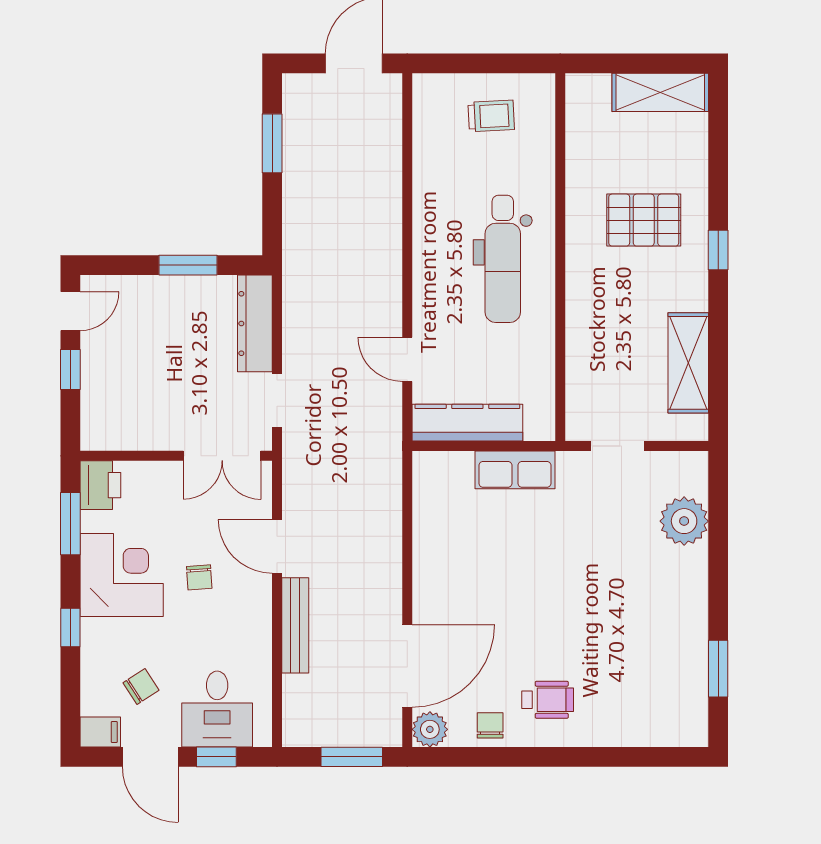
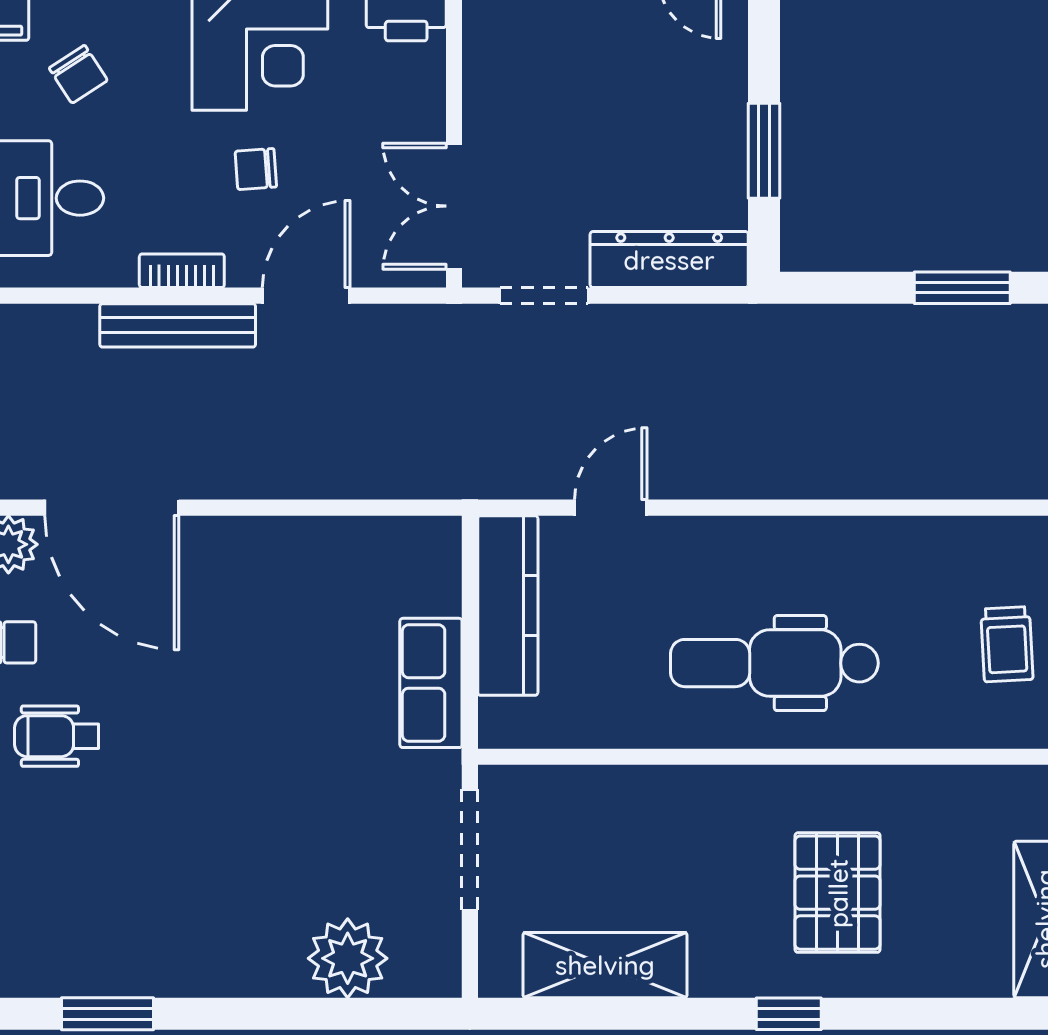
doorway: (617, 446) -> (470, 850), width x1.38
bookcase: (262, 623) -> (182, 271), added
wheelchair: (548, 700) -> (57, 736), turned 90

